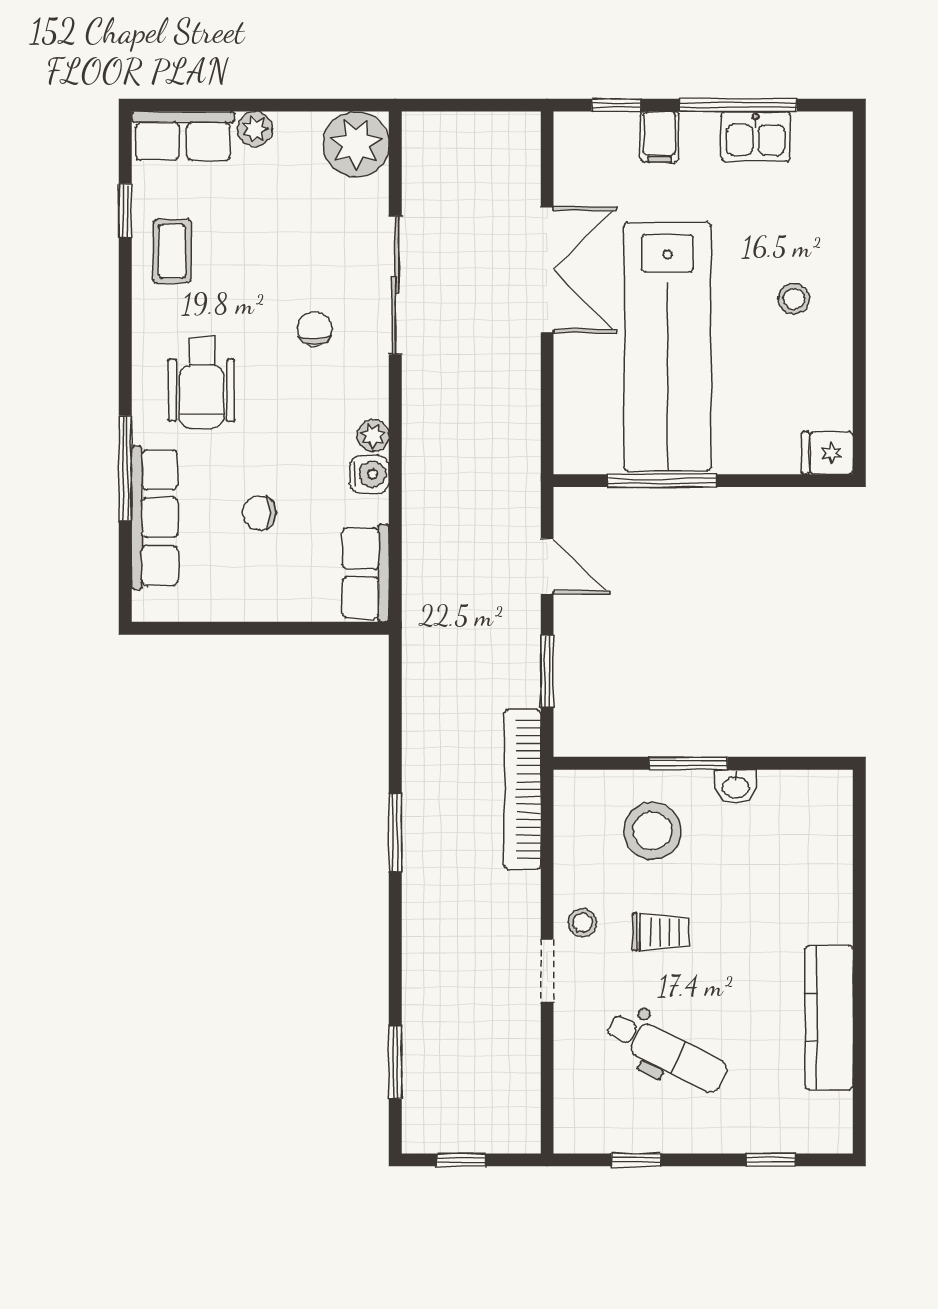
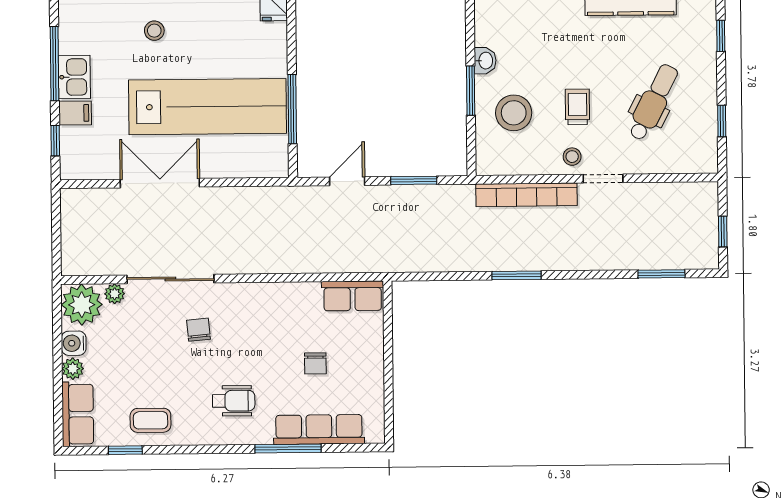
kitchen sink: (756, 136) -> (74, 77), moved
stool: (794, 299) -> (154, 31), moved
chair: (315, 329) -> (198, 330), turned 85
wheelchair: (202, 383) -> (234, 401), width x0.73, depth x0.73
plant: (373, 435) -> (115, 294), moved
water cooler: (370, 474) -> (74, 343), moved, turned -90
bookcase: (523, 789) -> (526, 195), moved

